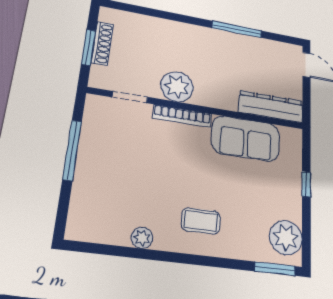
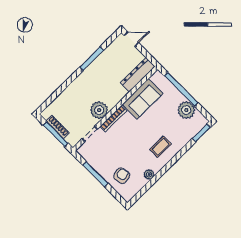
window: (89, 47) -> (56, 134), width x1.44
window: (306, 184) -> (181, 89), width x3.17
armchair: (104, 194) -> (122, 176), added
plant: (286, 238) -> (186, 110), moved

